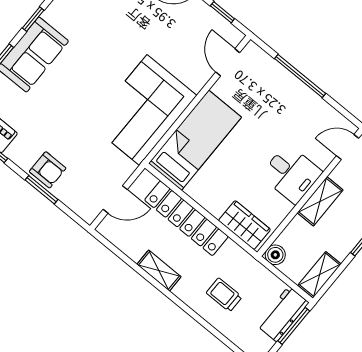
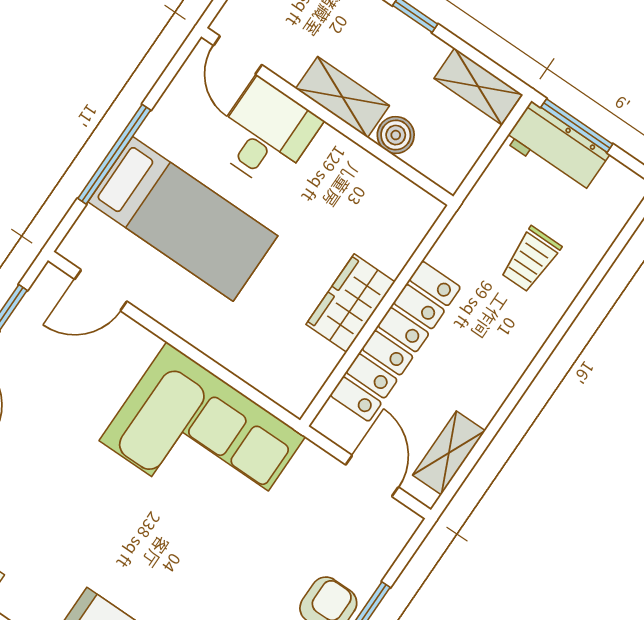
bed: (195, 140) -> (183, 219), moved, turned 180
desk: (291, 174) -> (266, 134), moved
wardrobe: (244, 225) -> (350, 303), moved
boiler: (275, 255) -> (396, 135), moved
shelving: (159, 271) -> (449, 453), moved

